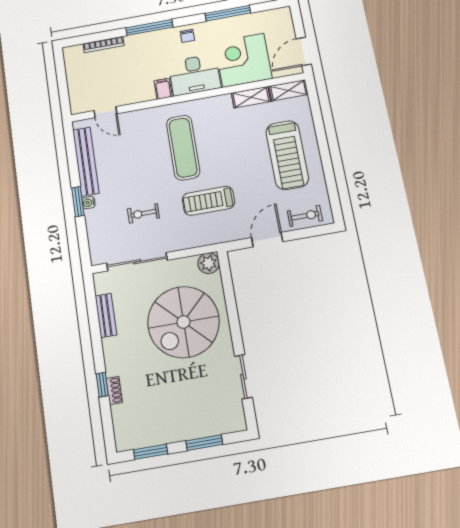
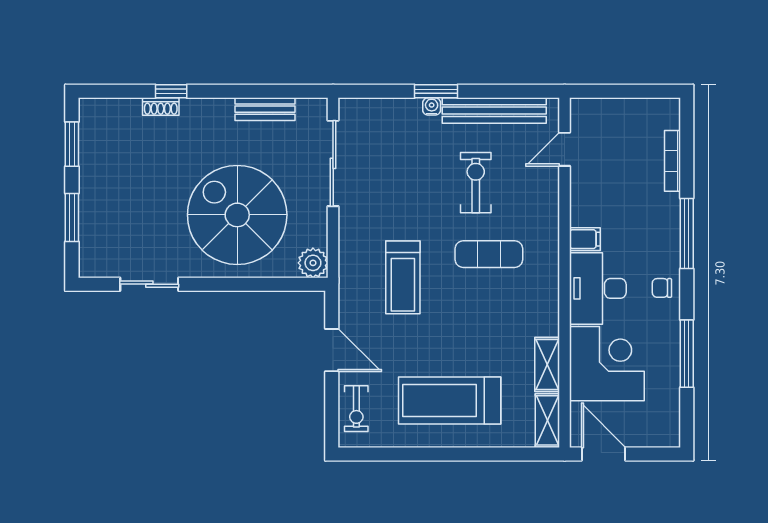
exercise mat: (183, 148) -> (489, 254), width x0.73, depth x0.69
treadmill: (208, 201) -> (403, 277), turned 180
exercise bike: (143, 213) -> (476, 183), moved, width x1.38, depth x1.39

